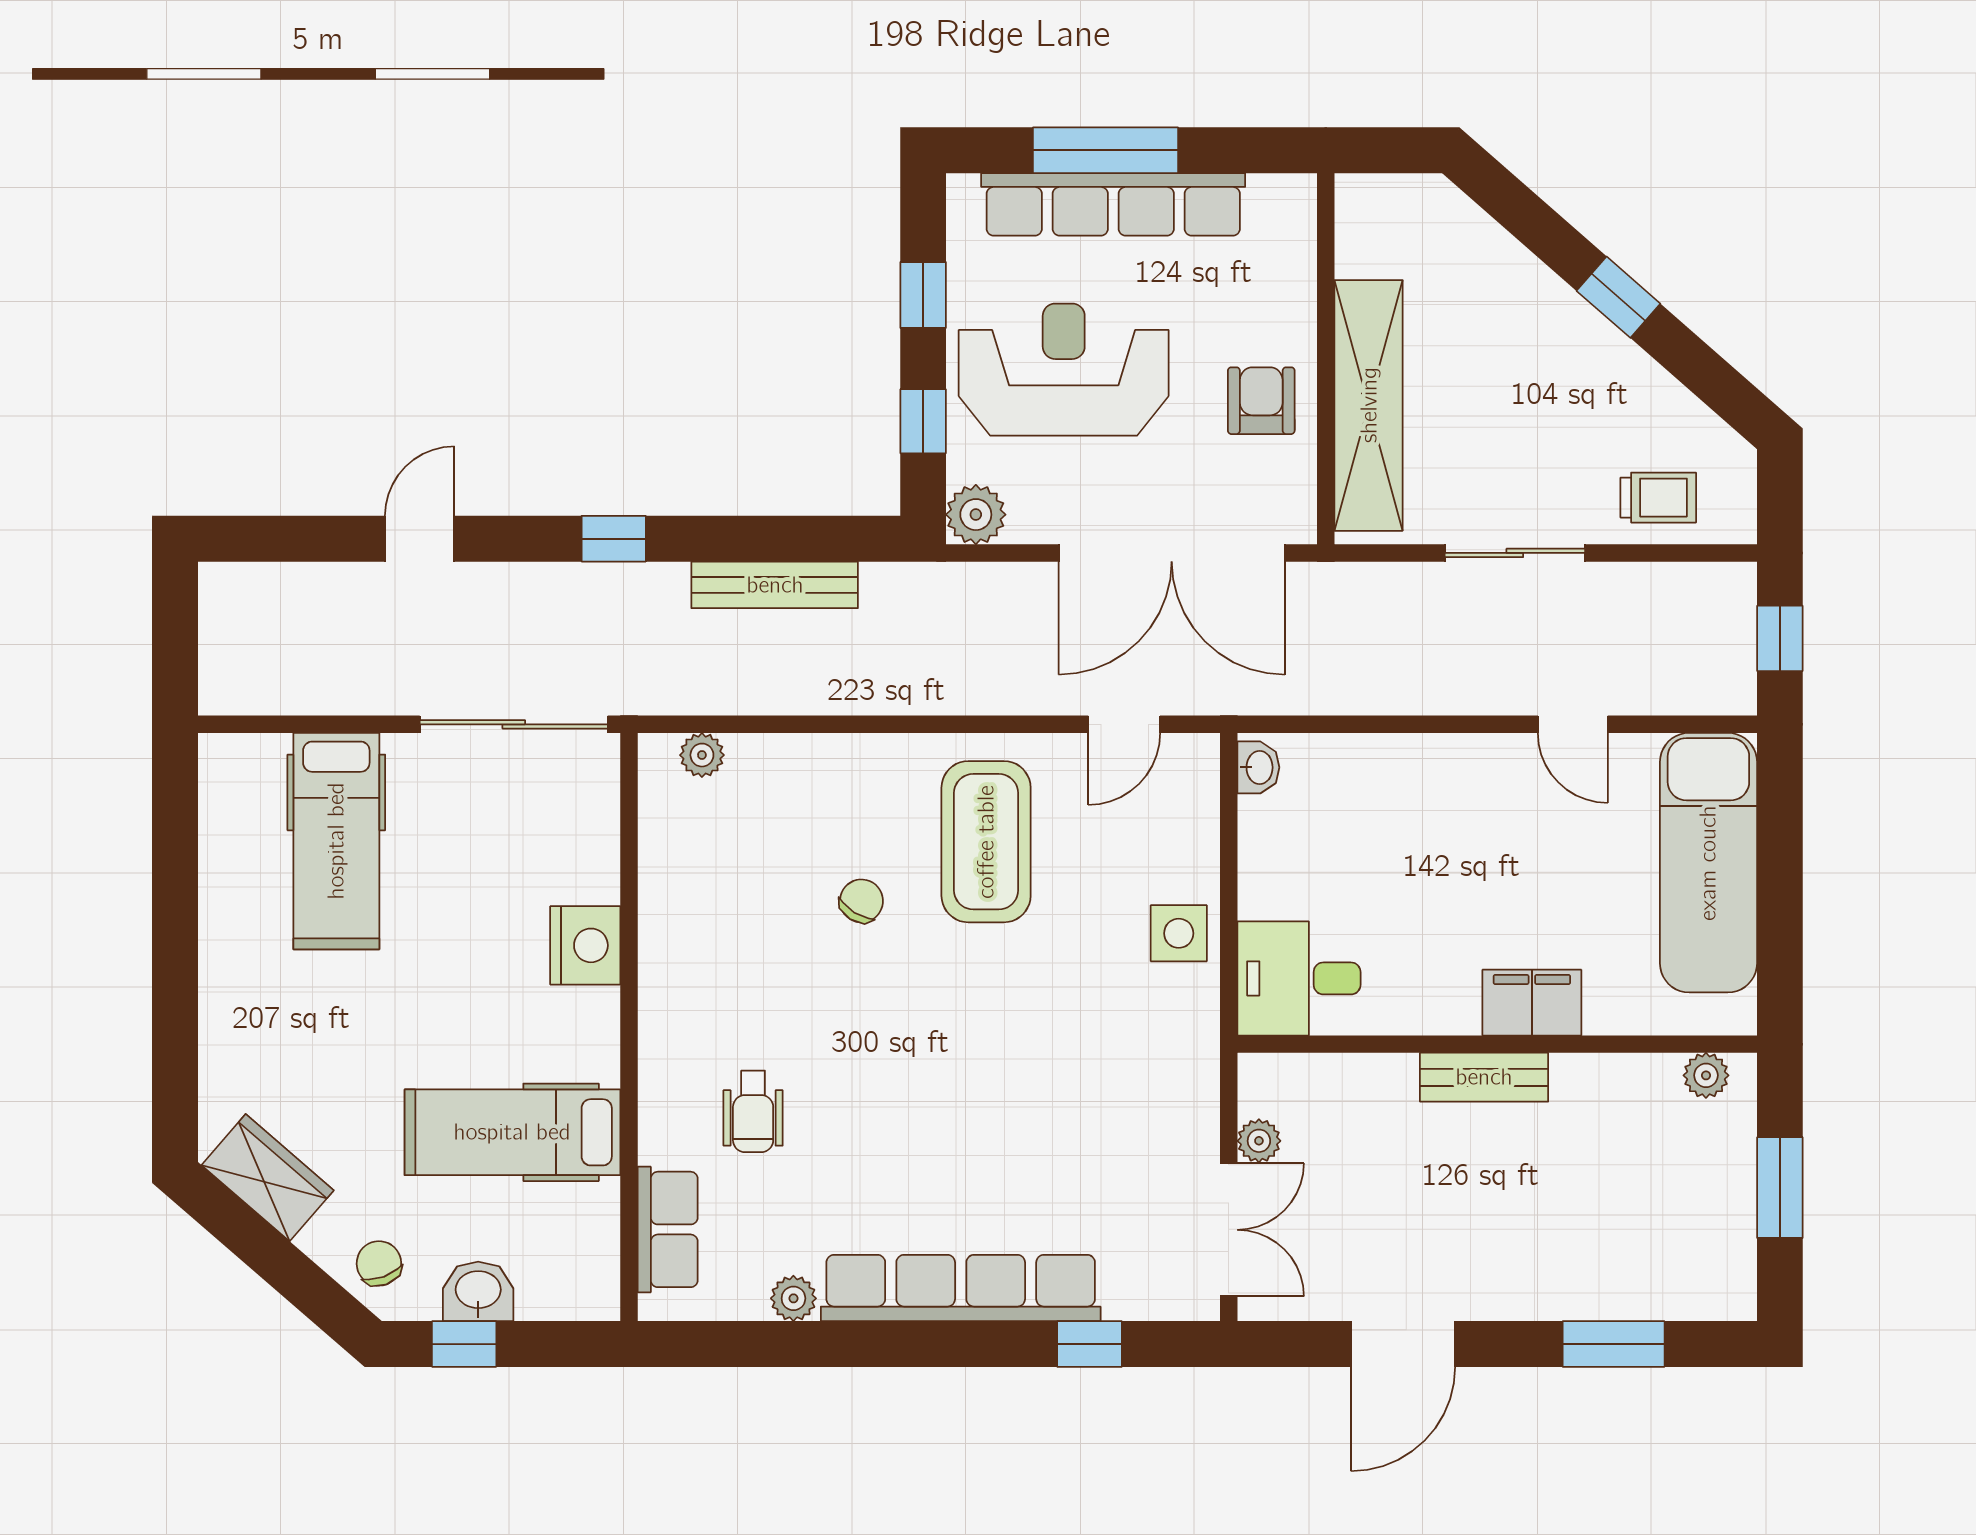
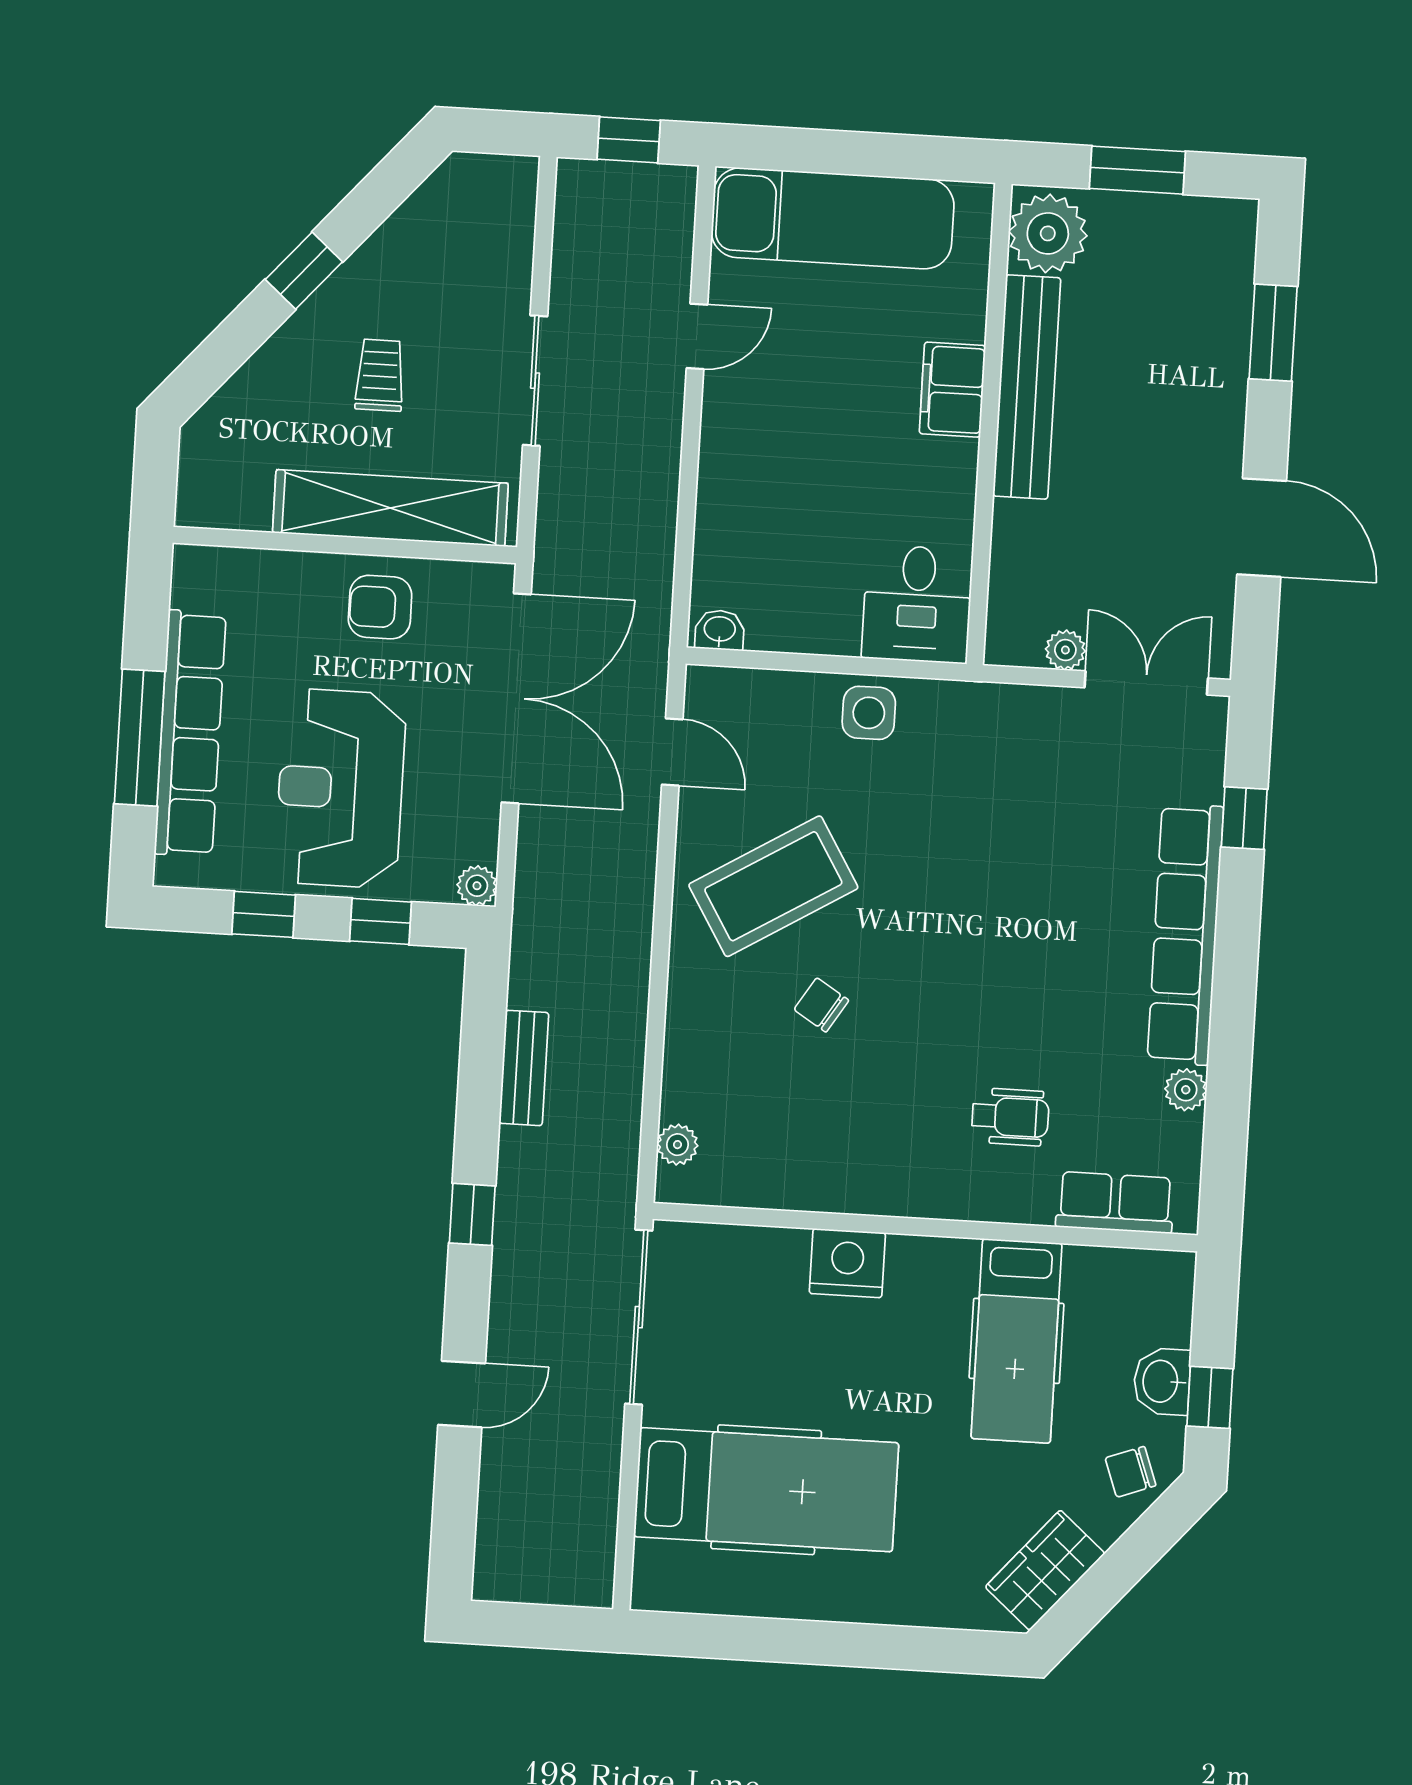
trolley: (1658, 498) -> (380, 375), moved
plant: (976, 515) -> (477, 886), width x0.73, depth x0.73
door: (420, 539) -> (462, 1394), swing flipped
bench: (775, 585) -> (524, 1068), width x0.73
hospital bed: (336, 841) -> (766, 1490), width x1.37, depth x1.29
coffee table: (986, 842) -> (773, 886), turned -31
plant: (1706, 1075) -> (1048, 233), width x1.88, depth x1.88
bench: (1484, 1077) -> (1027, 387), width x1.86, depth x1.21

